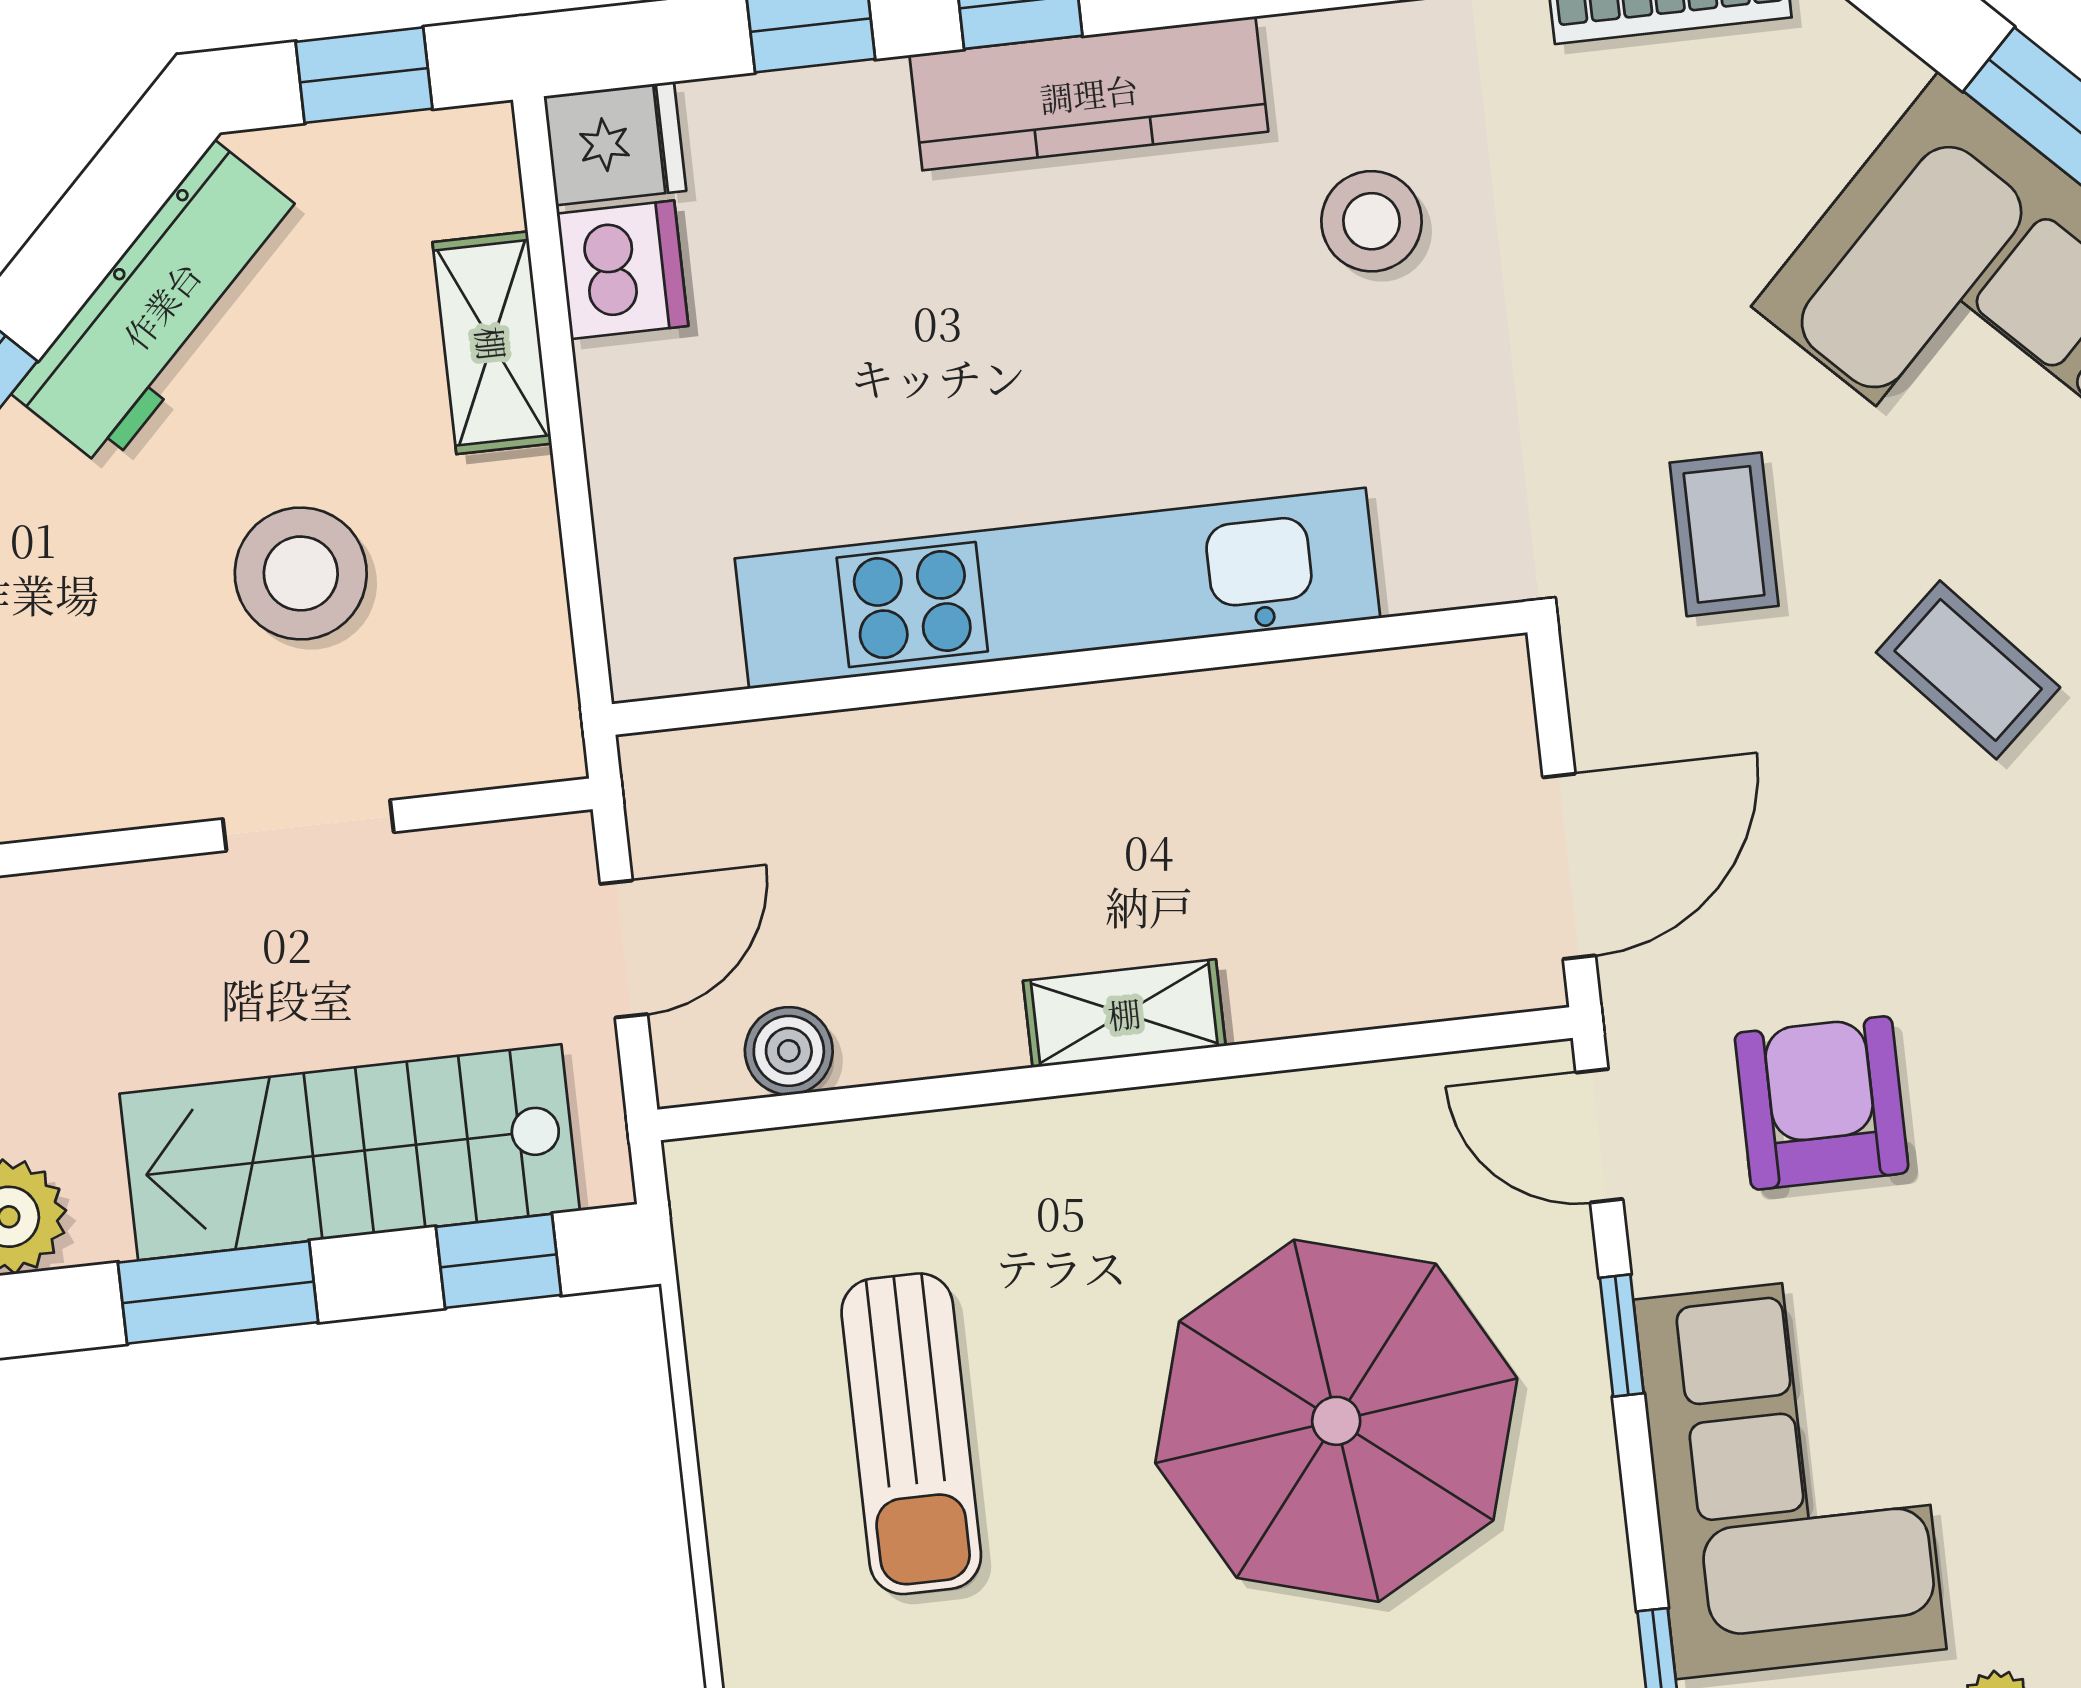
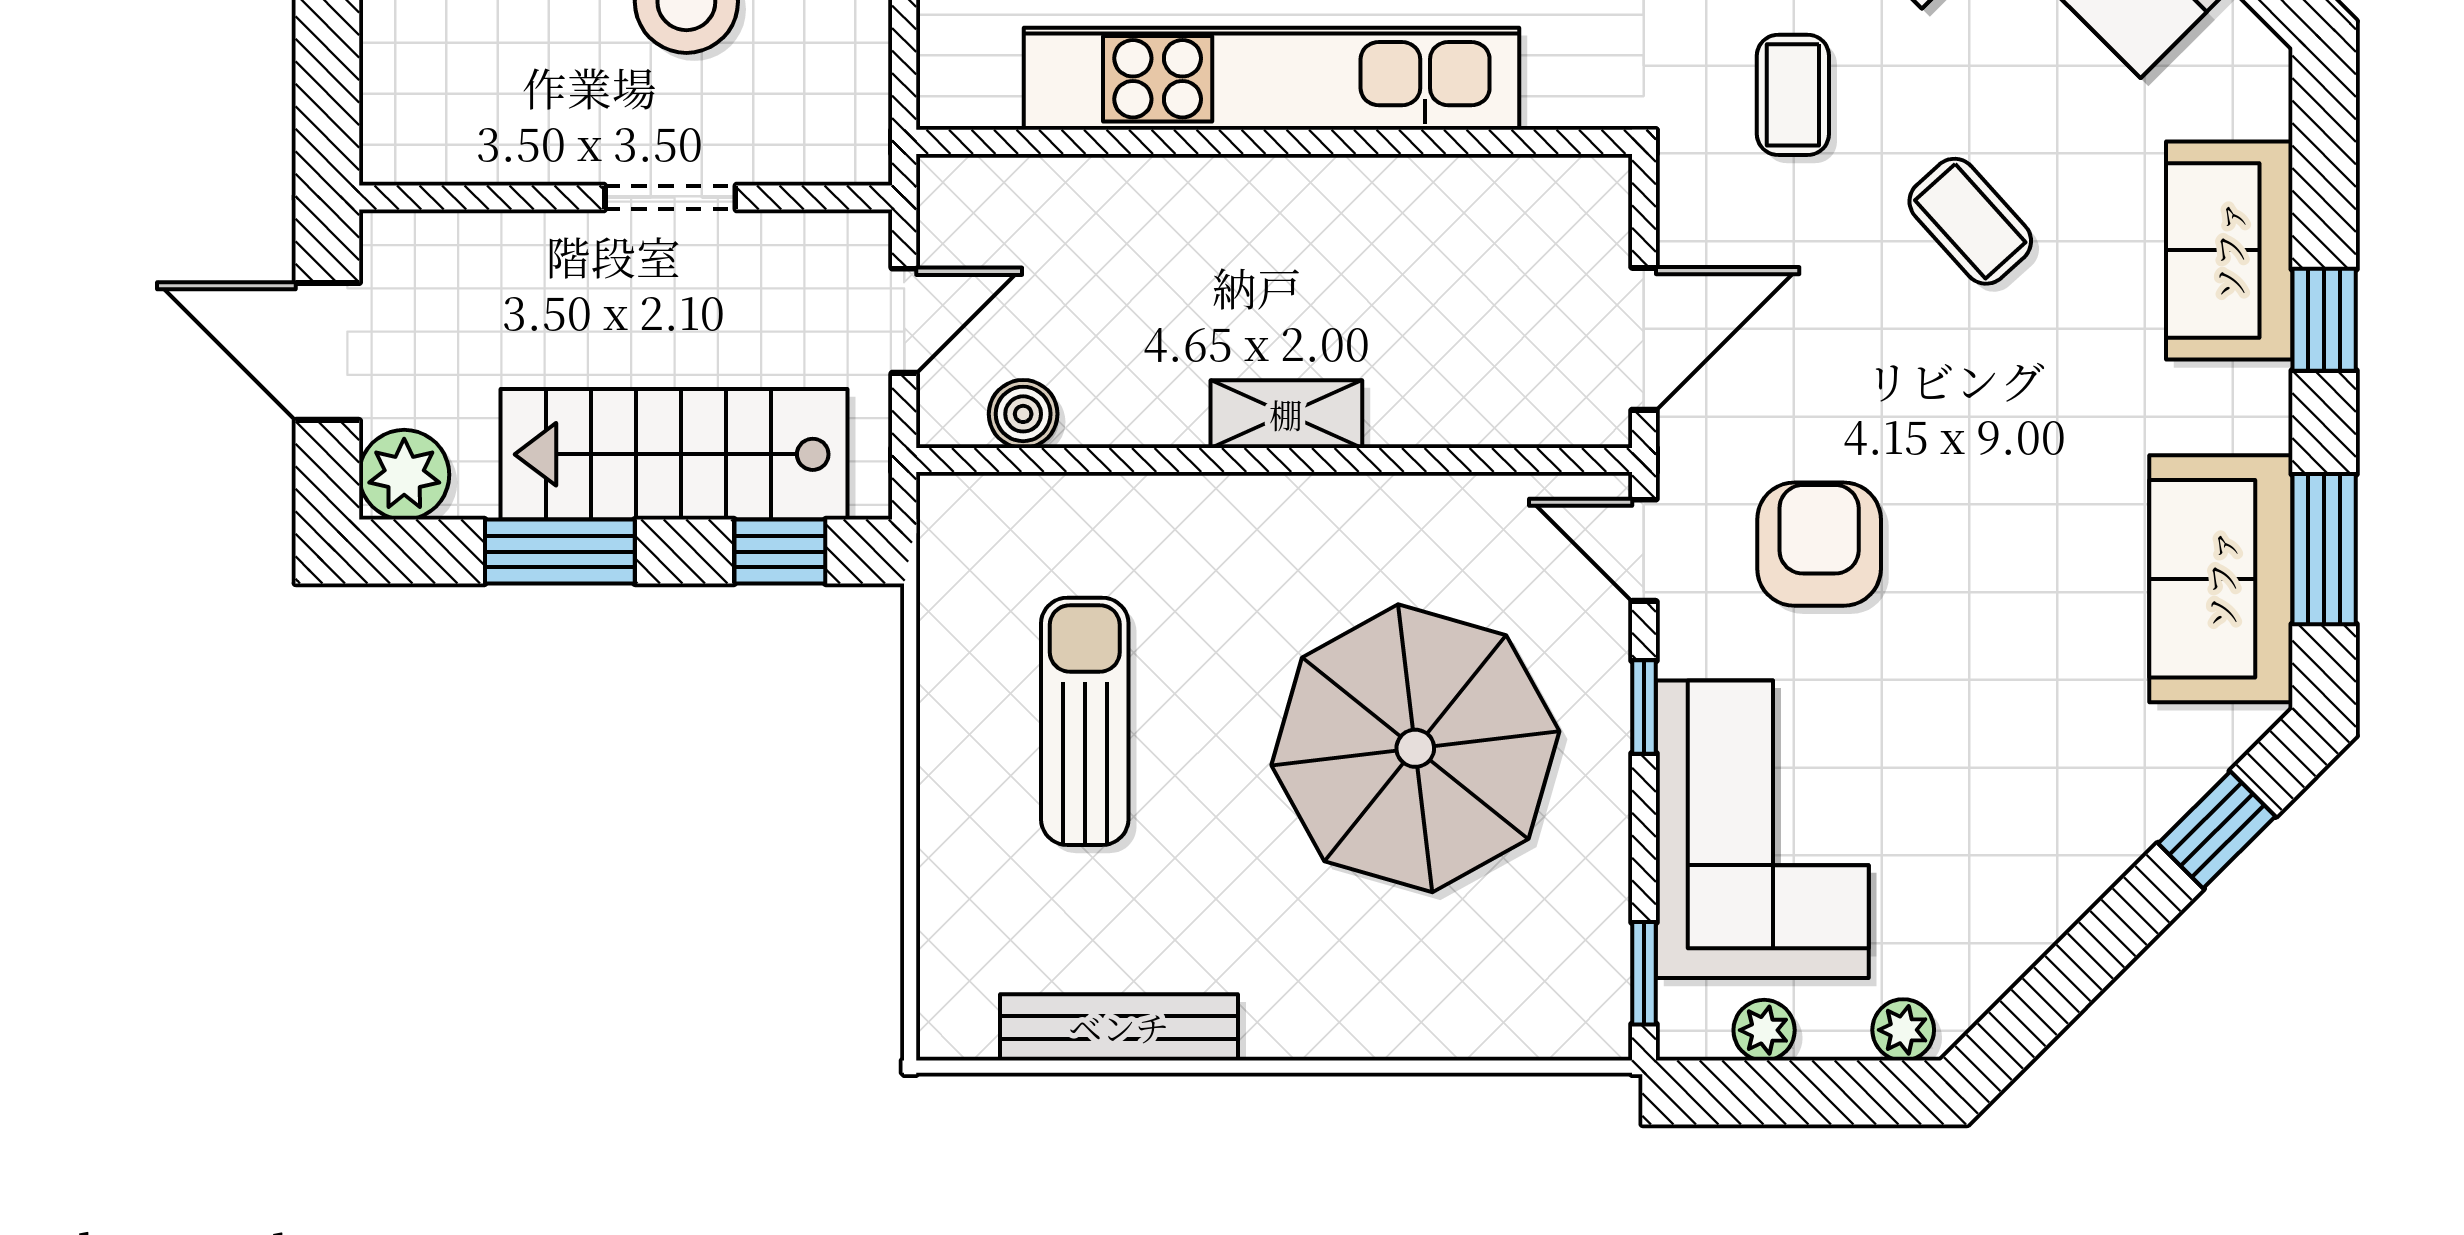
sun lounger: (911, 1434) -> (1085, 721), turned 180

